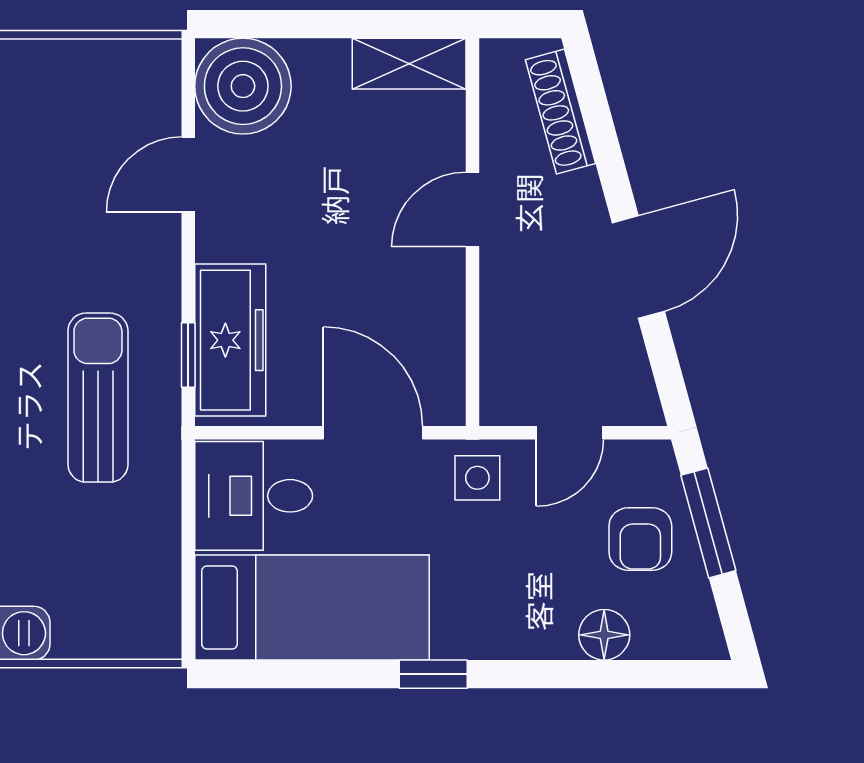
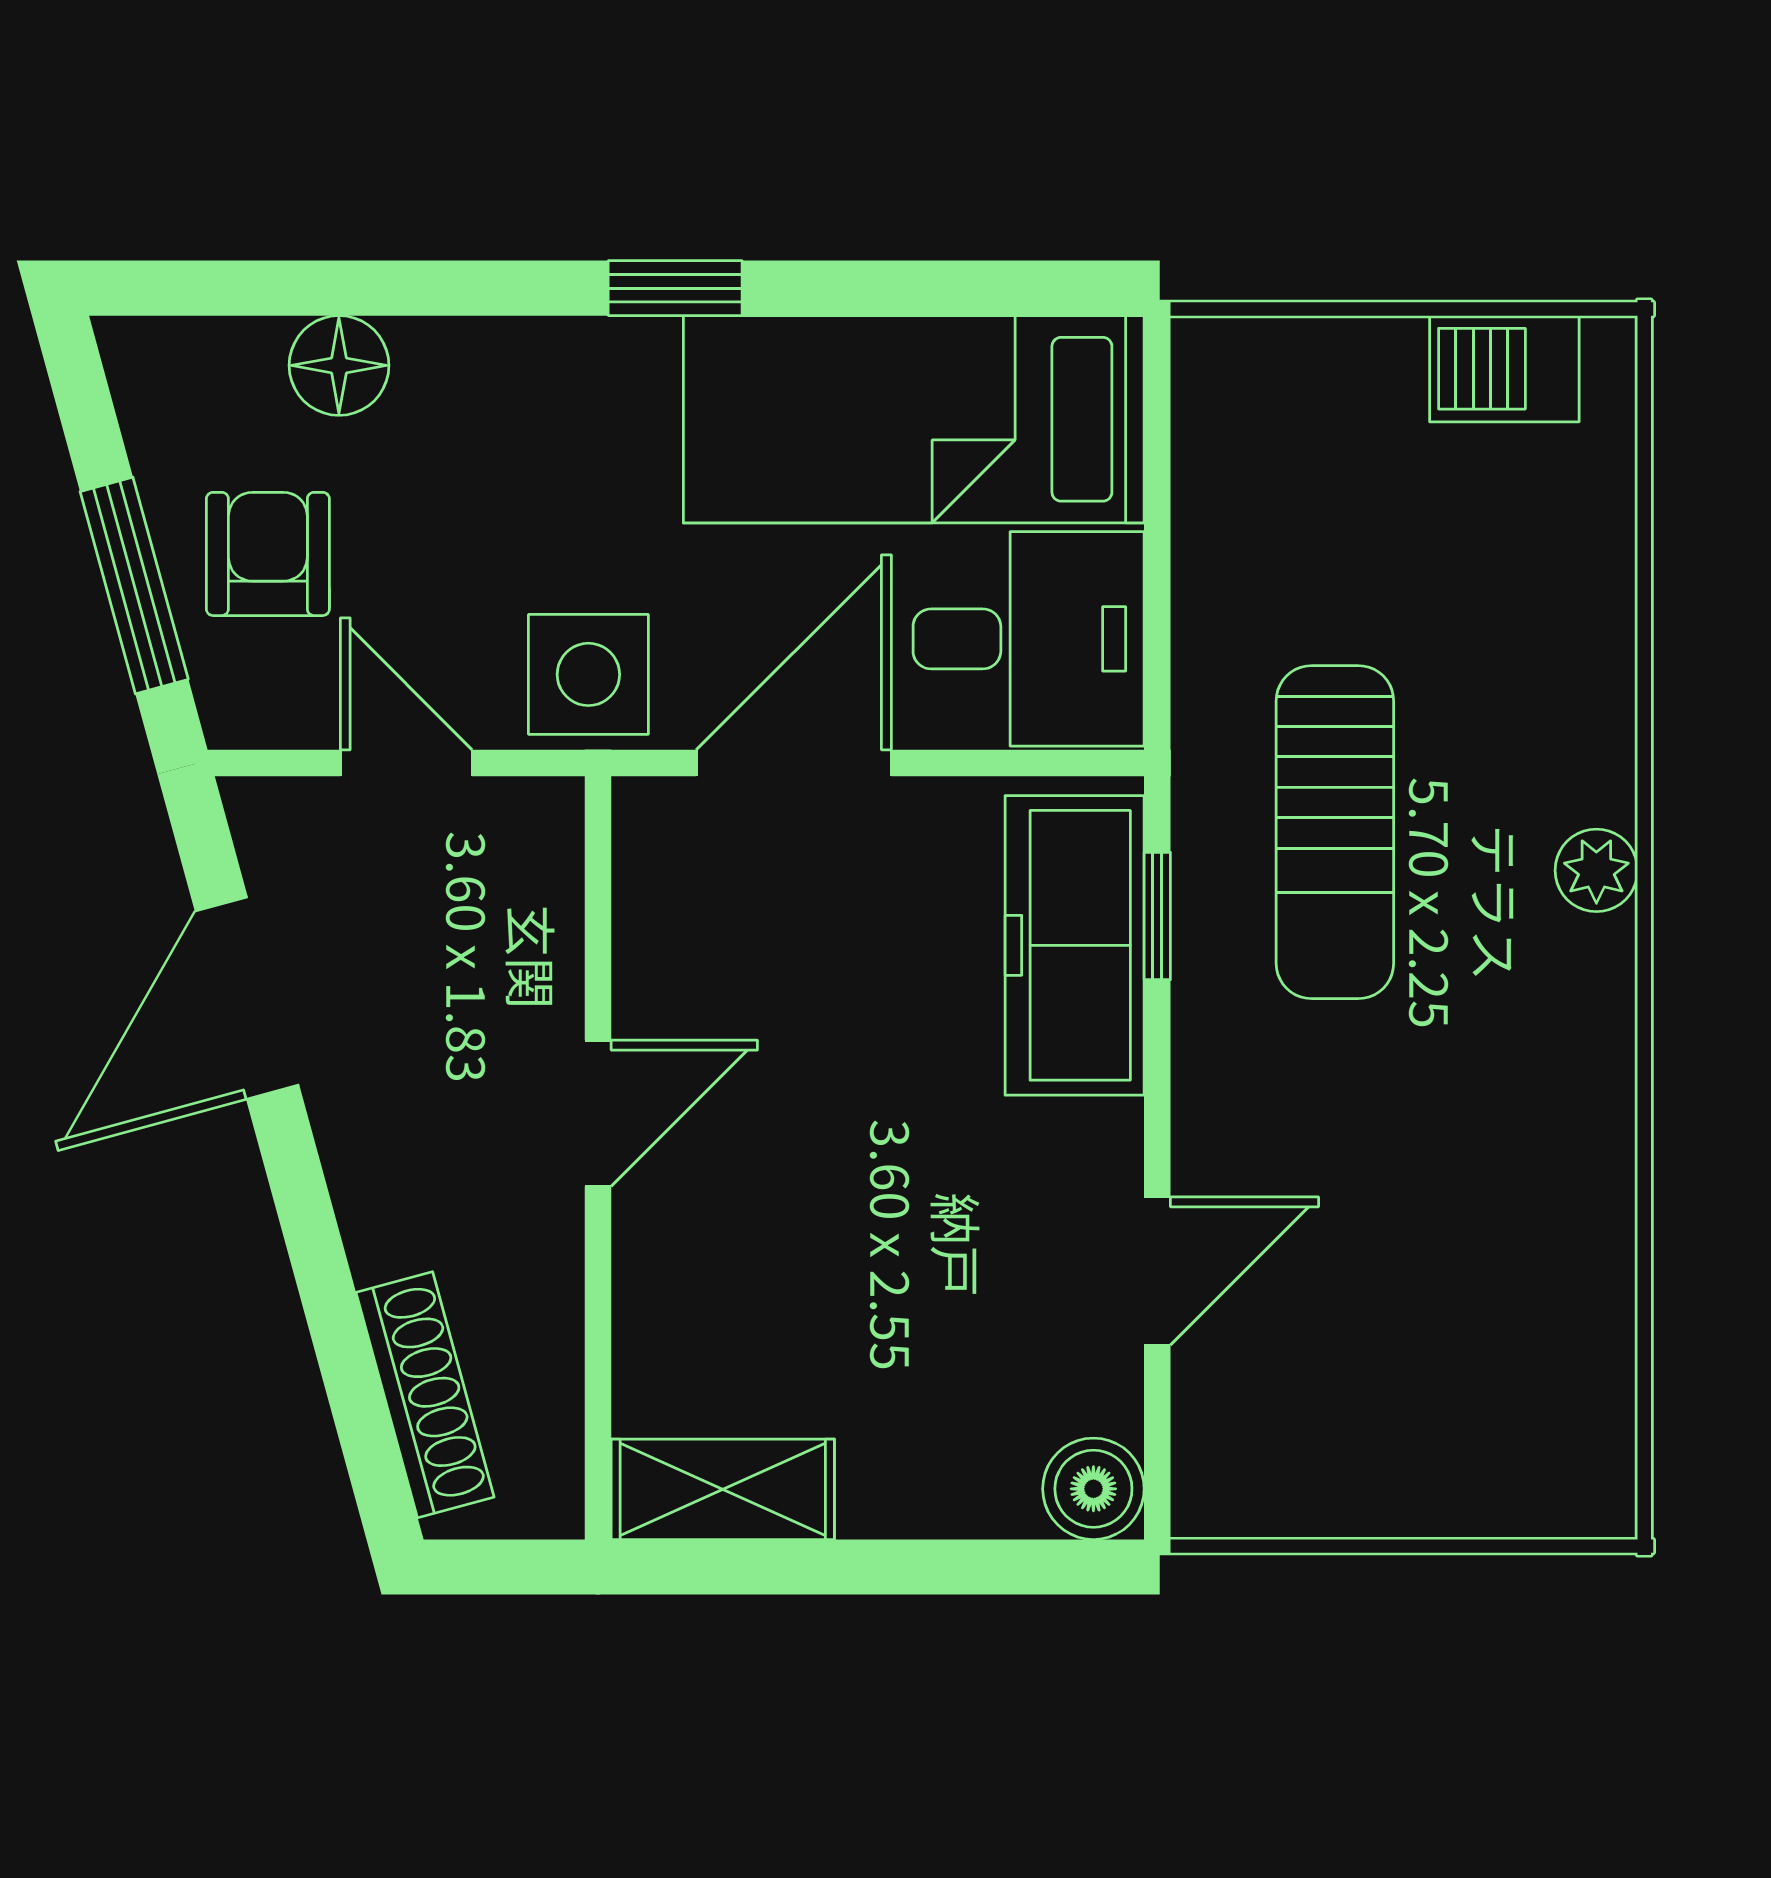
boiler: (243, 86) -> (1093, 1489), width x0.54, depth x0.54
door: (473, 210) -> (598, 1113), moved
door: (638, 267) -> (247, 998), moved
door: (373, 433) -> (794, 763), swing flipped
door: (570, 433) -> (406, 763), hinge flipped
side table: (477, 478) -> (588, 674), width x1.37, depth x1.37

